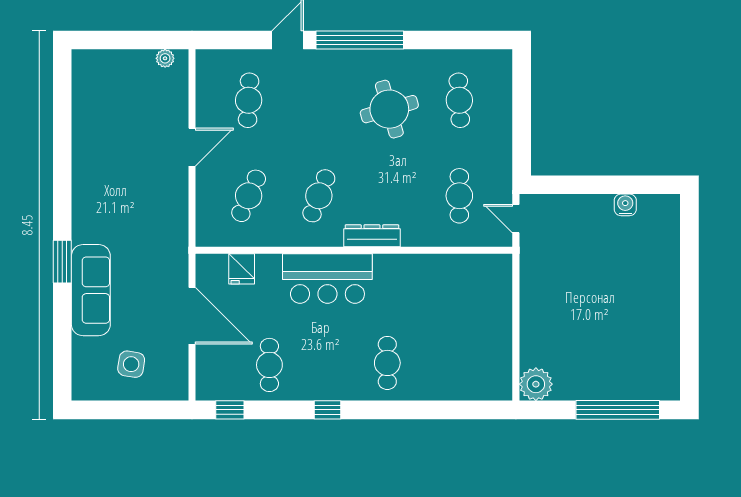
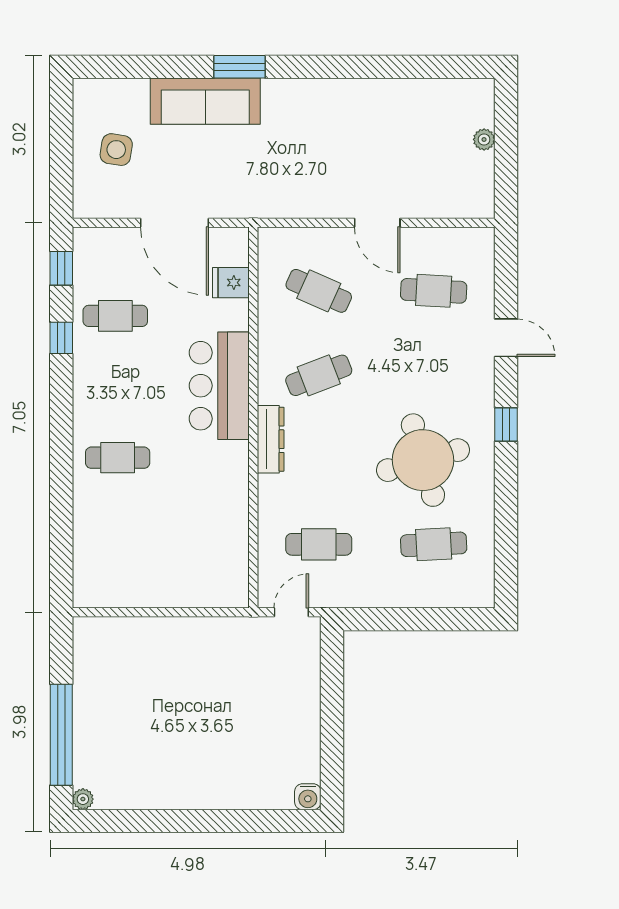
window: (360, 40) -> (506, 424), width x0.32
plant: (165, 58) -> (484, 139), moved
round table: (389, 109) -> (423, 460), width x1.36, depth x1.36
cafe table: (319, 196) -> (319, 375), turned -42
water cooler: (625, 205) -> (308, 797), moved, turned 90
door: (192, 316) -> (175, 223), hinge flipped
plant: (536, 384) -> (83, 799), moved, width x0.53, depth x0.53
window: (327, 410) -> (61, 338), moved

